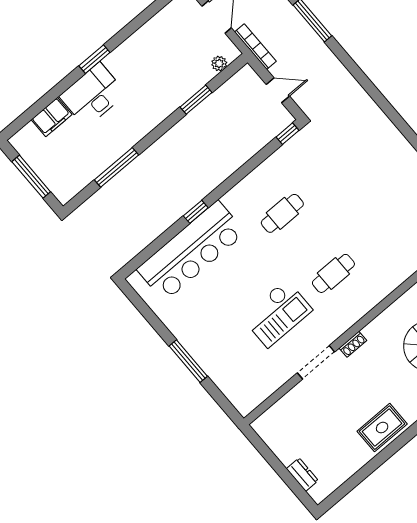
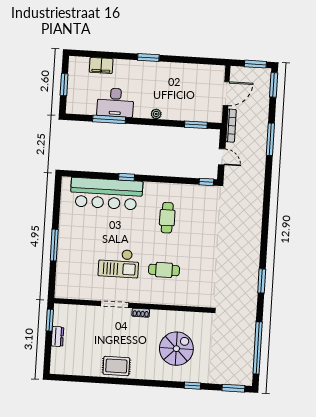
plant: (219, 64) -> (156, 114), moved
desk: (93, 95) -> (115, 102), moved, turned 180
window: (196, 100) -> (196, 125), moved
window: (31, 177) -> (64, 85), width x0.69
cafe table: (282, 213) -> (167, 218), turned 90
window: (262, 447) -> (50, 320), added
dresser: (302, 475) -> (57, 337), moved

